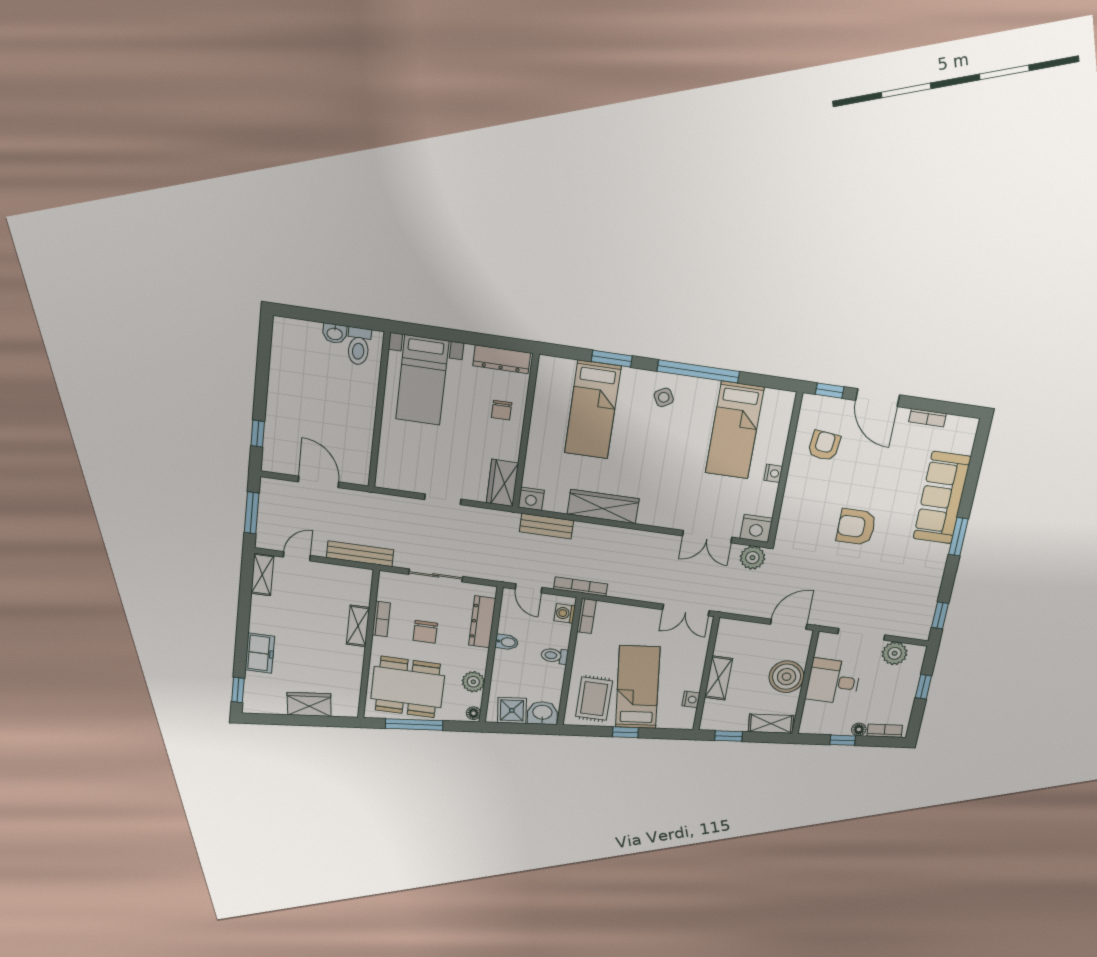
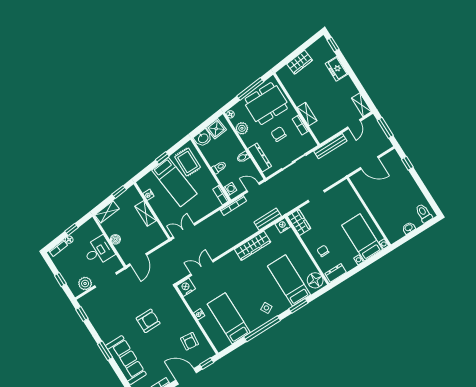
toilet: (359, 346) -> (424, 213), moved
dresser: (502, 359) -> (336, 273), width x0.70
floor lamp: (552, 376) -> (315, 280), added
plant: (752, 558) -> (177, 274), removed
boiler: (787, 677) -> (115, 239), width x0.54, depth x0.54

